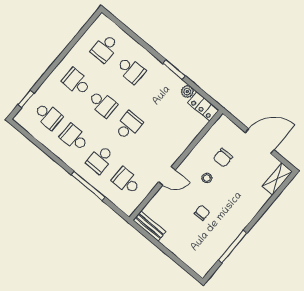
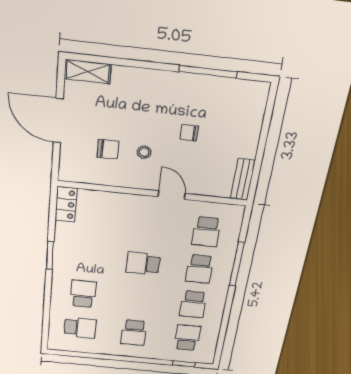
plant: (187, 92) -> (63, 230), removed
school desk: (102, 104) -> (138, 299), removed
school desk: (100, 159) -> (200, 269), turned 90

